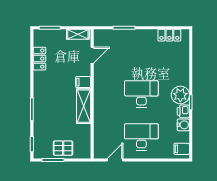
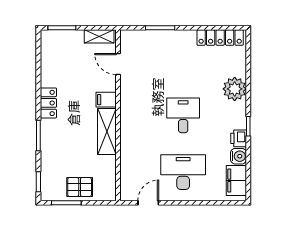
locker: (169, 35) -> (220, 38), width x1.53
door: (92, 55) -> (118, 64), swing flipped
locker: (39, 59) -> (48, 103), moved
desk: (141, 94) -> (183, 115), width x0.73
plant: (180, 95) -> (235, 89), moved
filing cabinet: (182, 149) -> (236, 180), width x2.00

